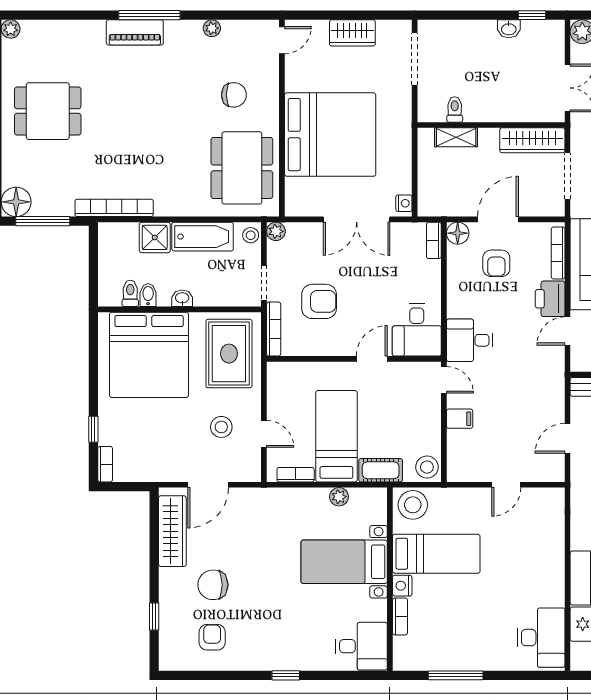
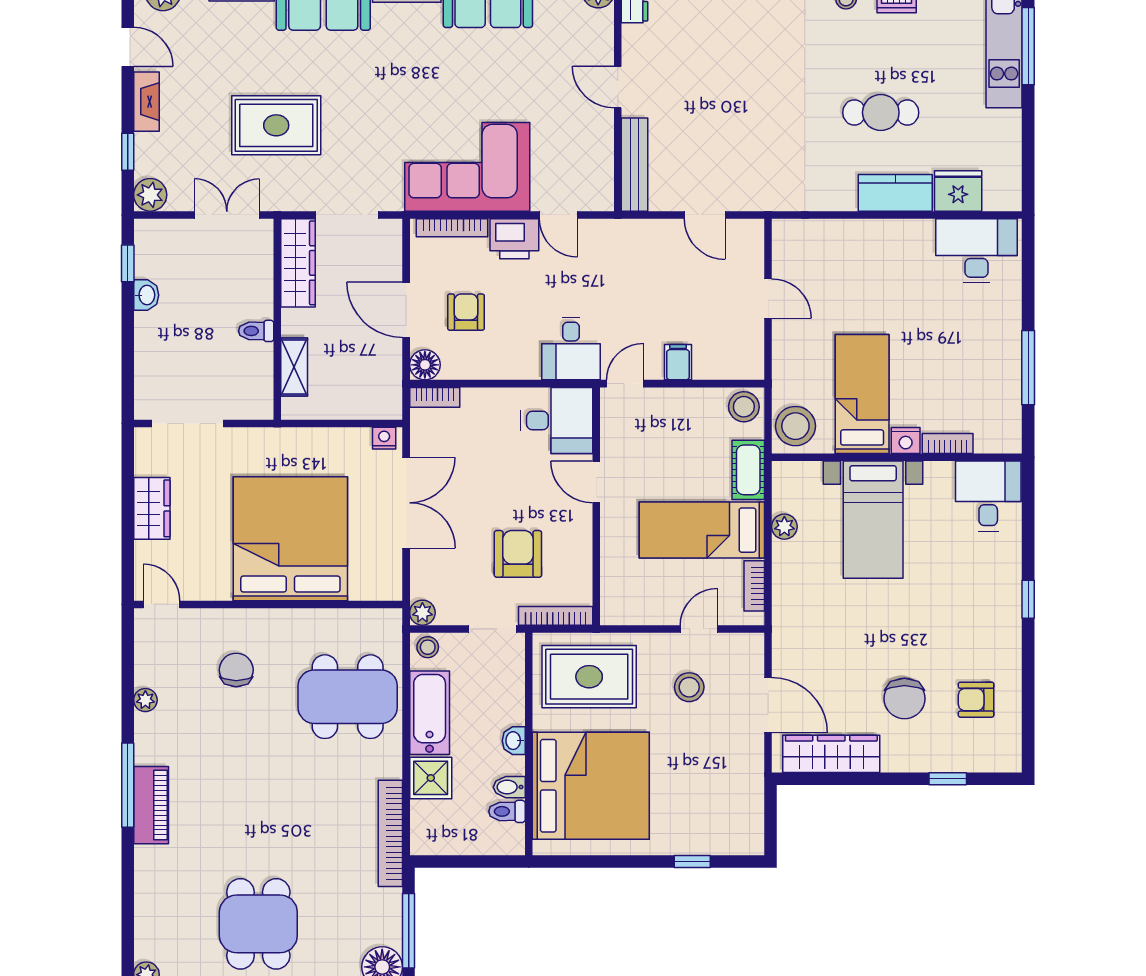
toilet: (455, 109) -> (256, 331), moved
dining table: (242, 168) -> (348, 697), moved
armchair: (496, 263) -> (466, 312), turned -90
bookcase: (105, 464) -> (740, 846), removed

